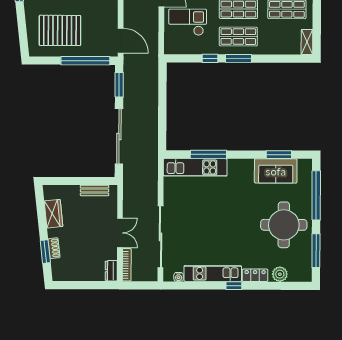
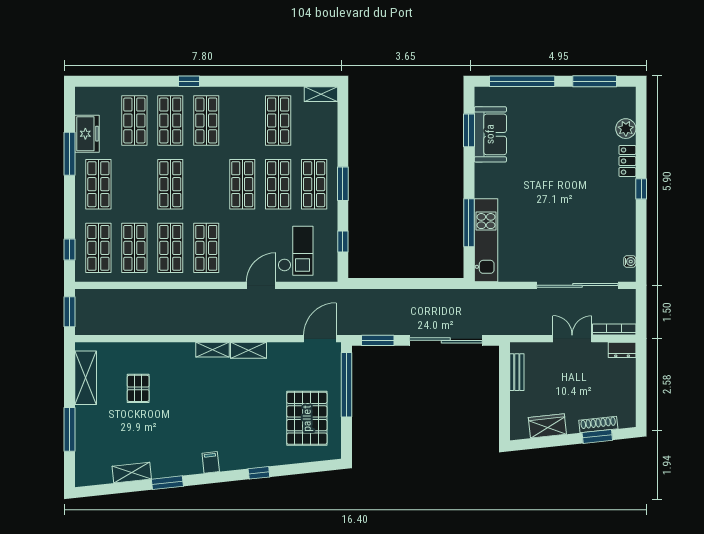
checkout: (188, 22) -> (296, 251), turned 180
window: (210, 58) -> (343, 242), moved
round table: (284, 225) -> (561, 124), removed
shoe rack: (54, 248) -> (598, 424), width x1.43
kitchen unit: (213, 273) -> (625, 217), removed

